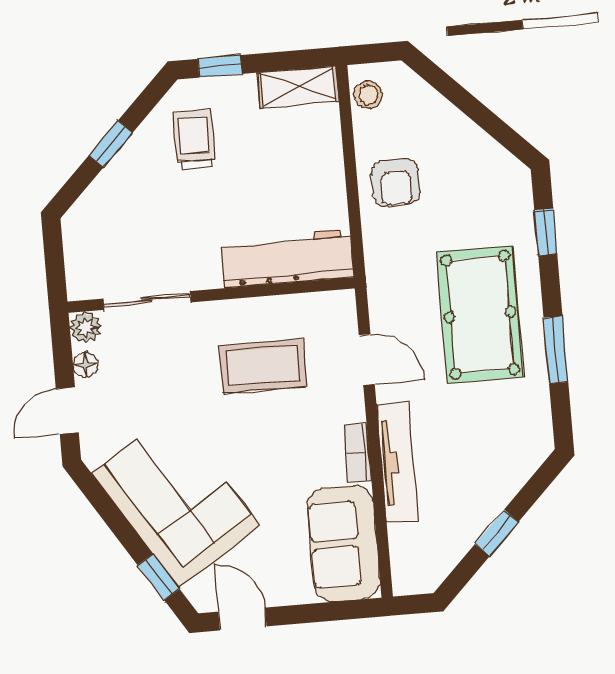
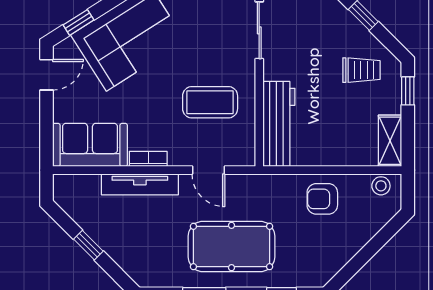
door: (367, 360) -> (208, 170), hinge flipped
coffee table: (263, 366) -> (210, 102), turned 90

